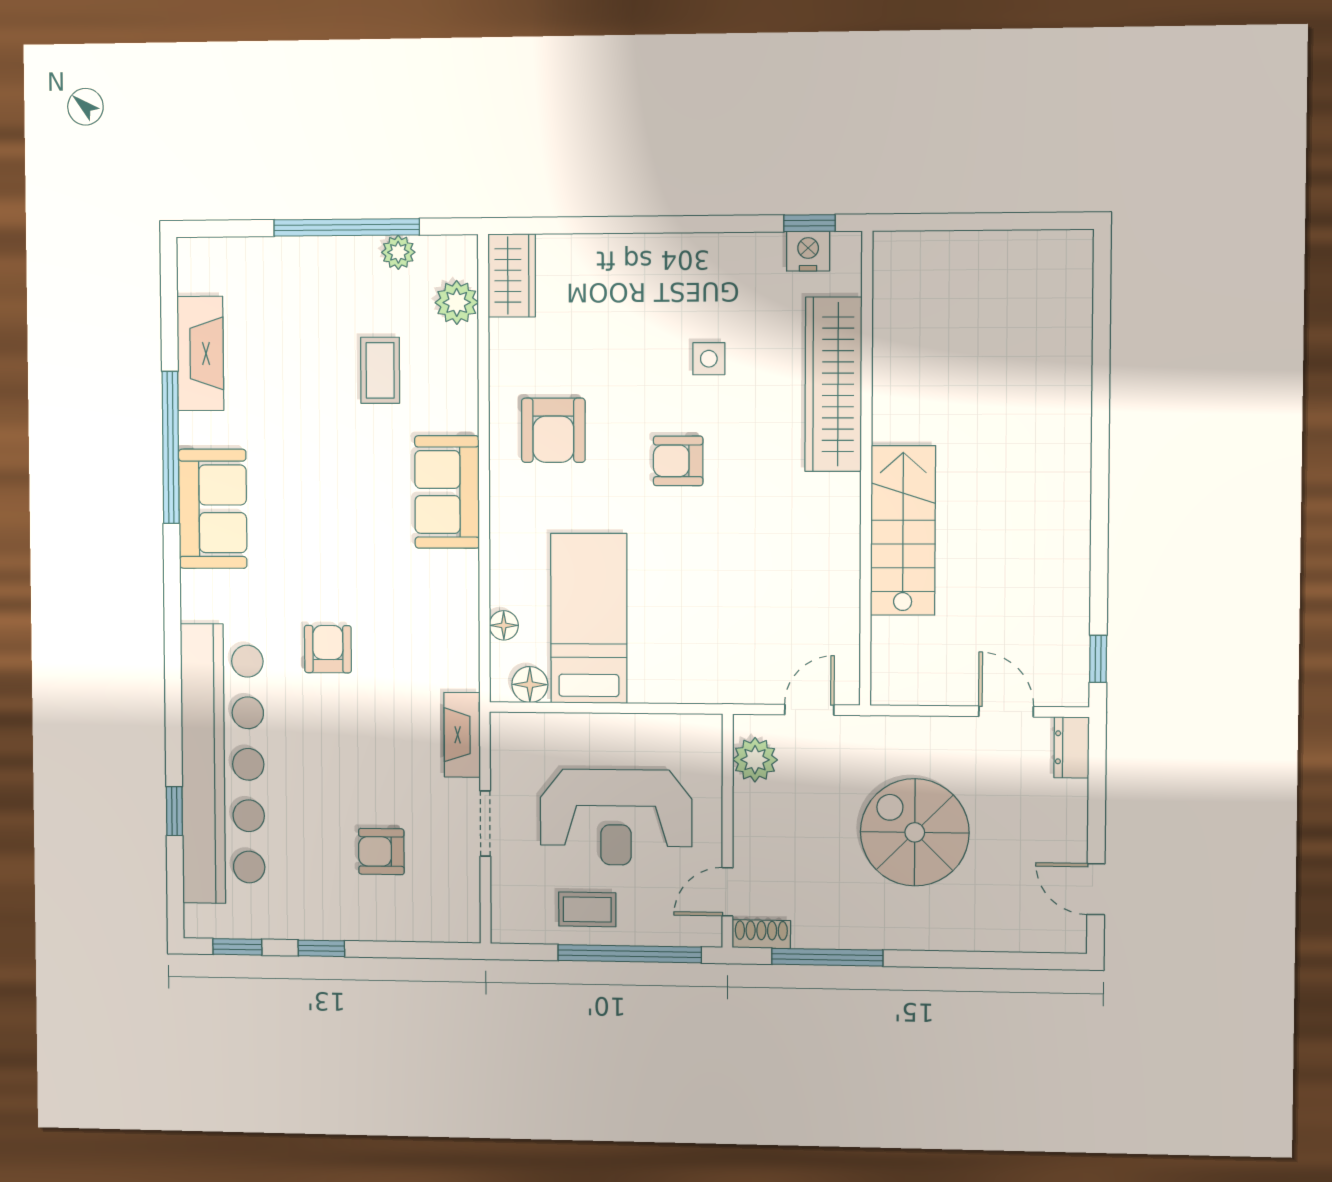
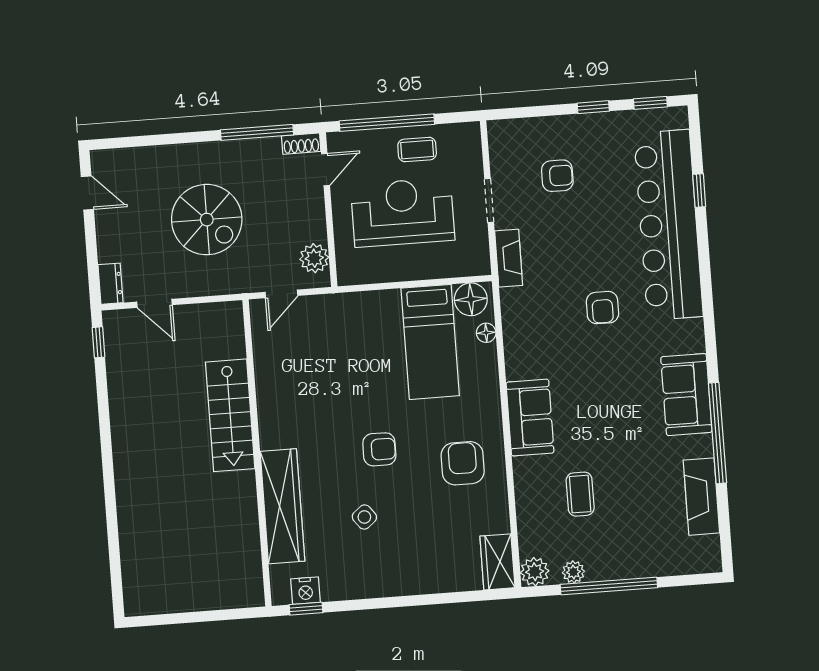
plant: (457, 302) -> (535, 572), moved
side table: (709, 359) -> (364, 517), turned -38
floor lamp: (530, 685) -> (471, 299), width x1.38, depth x1.38

